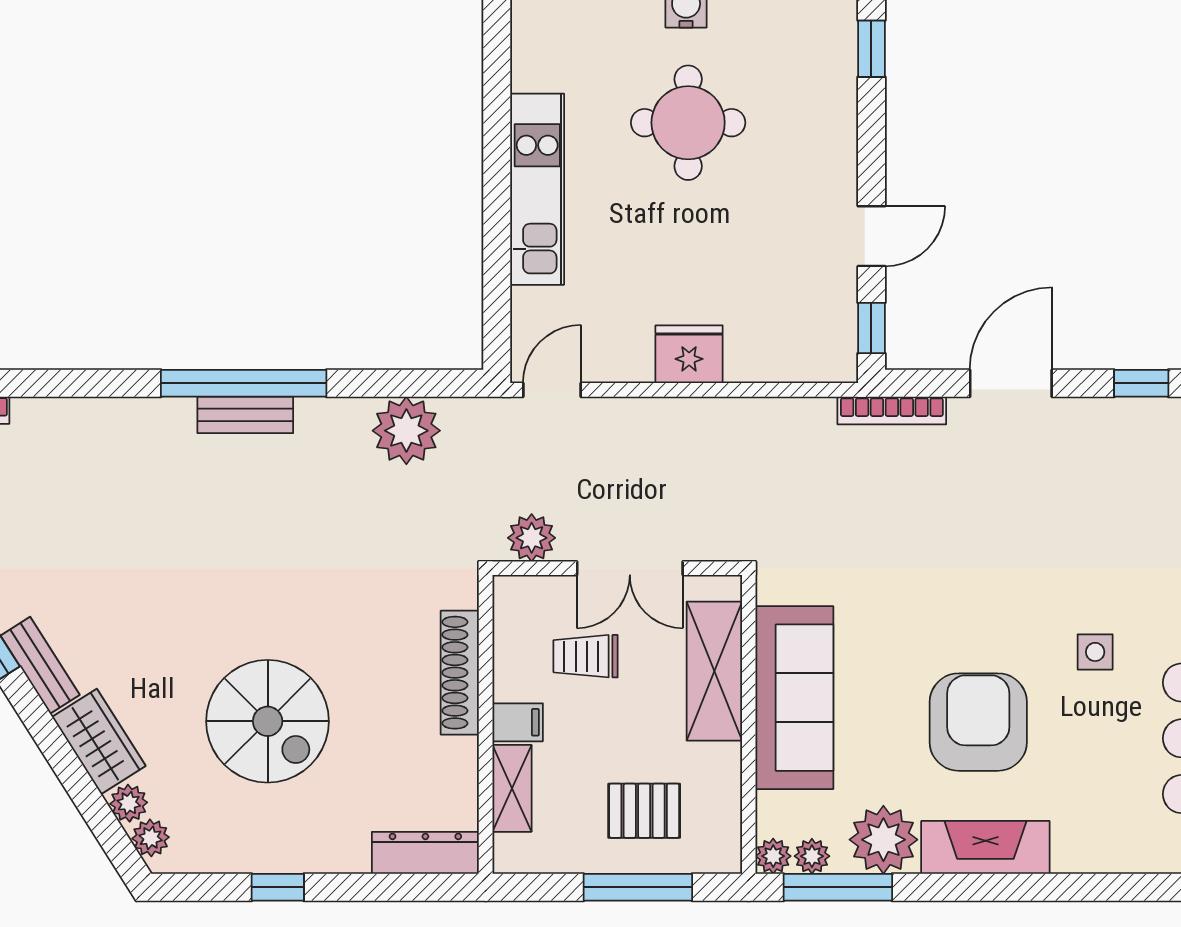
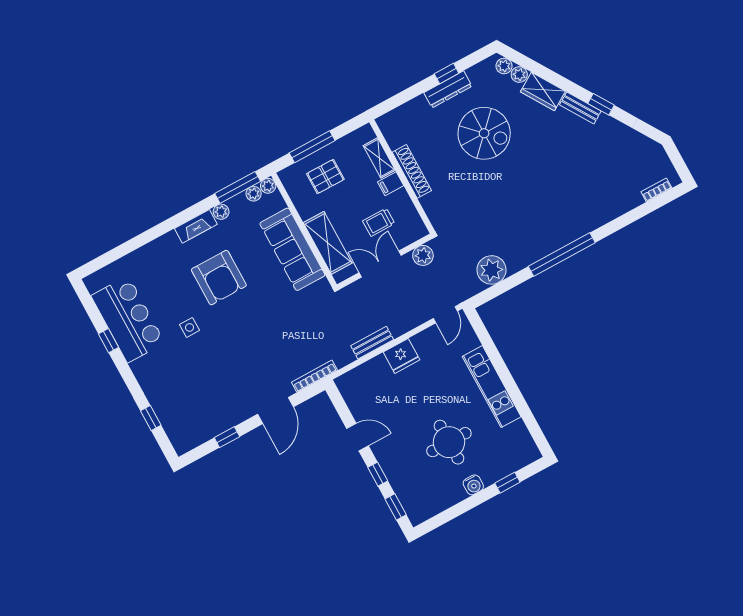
door: (871, 236) -> (358, 437), swing flipped
window: (871, 328) -> (378, 474), moved
bench: (245, 415) -> (372, 343), moved
trolley: (586, 656) -> (379, 222), turned 180
shoe rack: (460, 673) -> (412, 171), moved
spiral stairs: (268, 721) -> (484, 133), turned 180
plant: (883, 840) -> (221, 212), width x0.53, depth x0.53
fireplace: (985, 847) -> (196, 226), width x0.73, depth x0.76
dresser: (425, 853) -> (448, 89), moved

